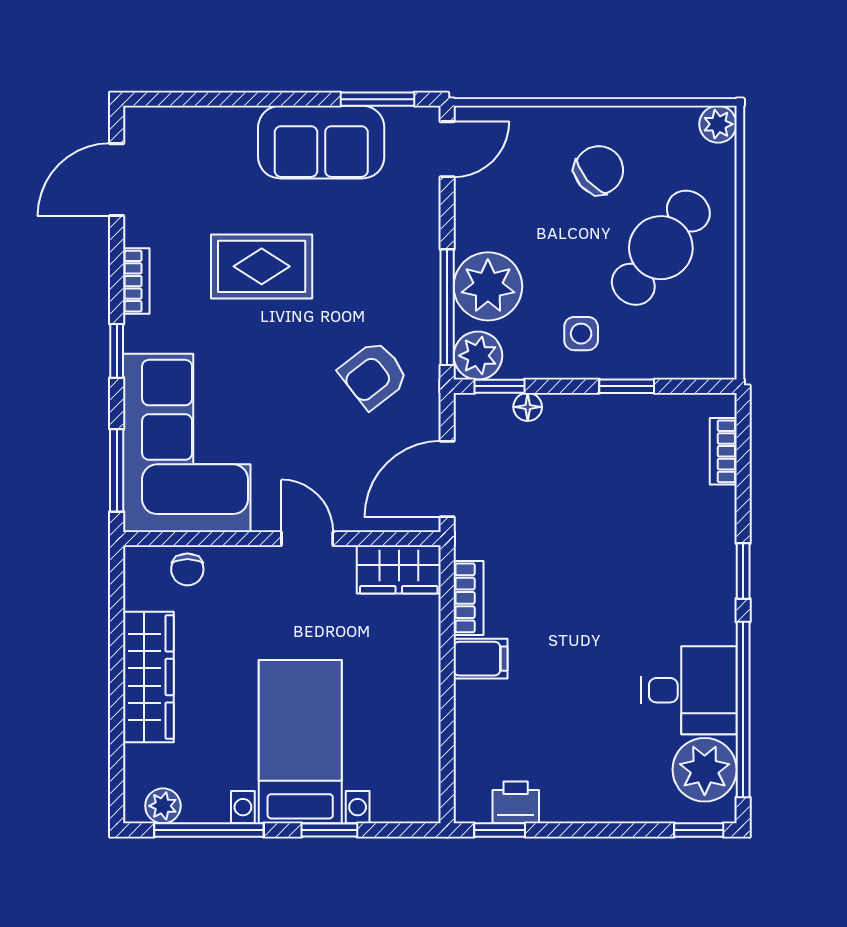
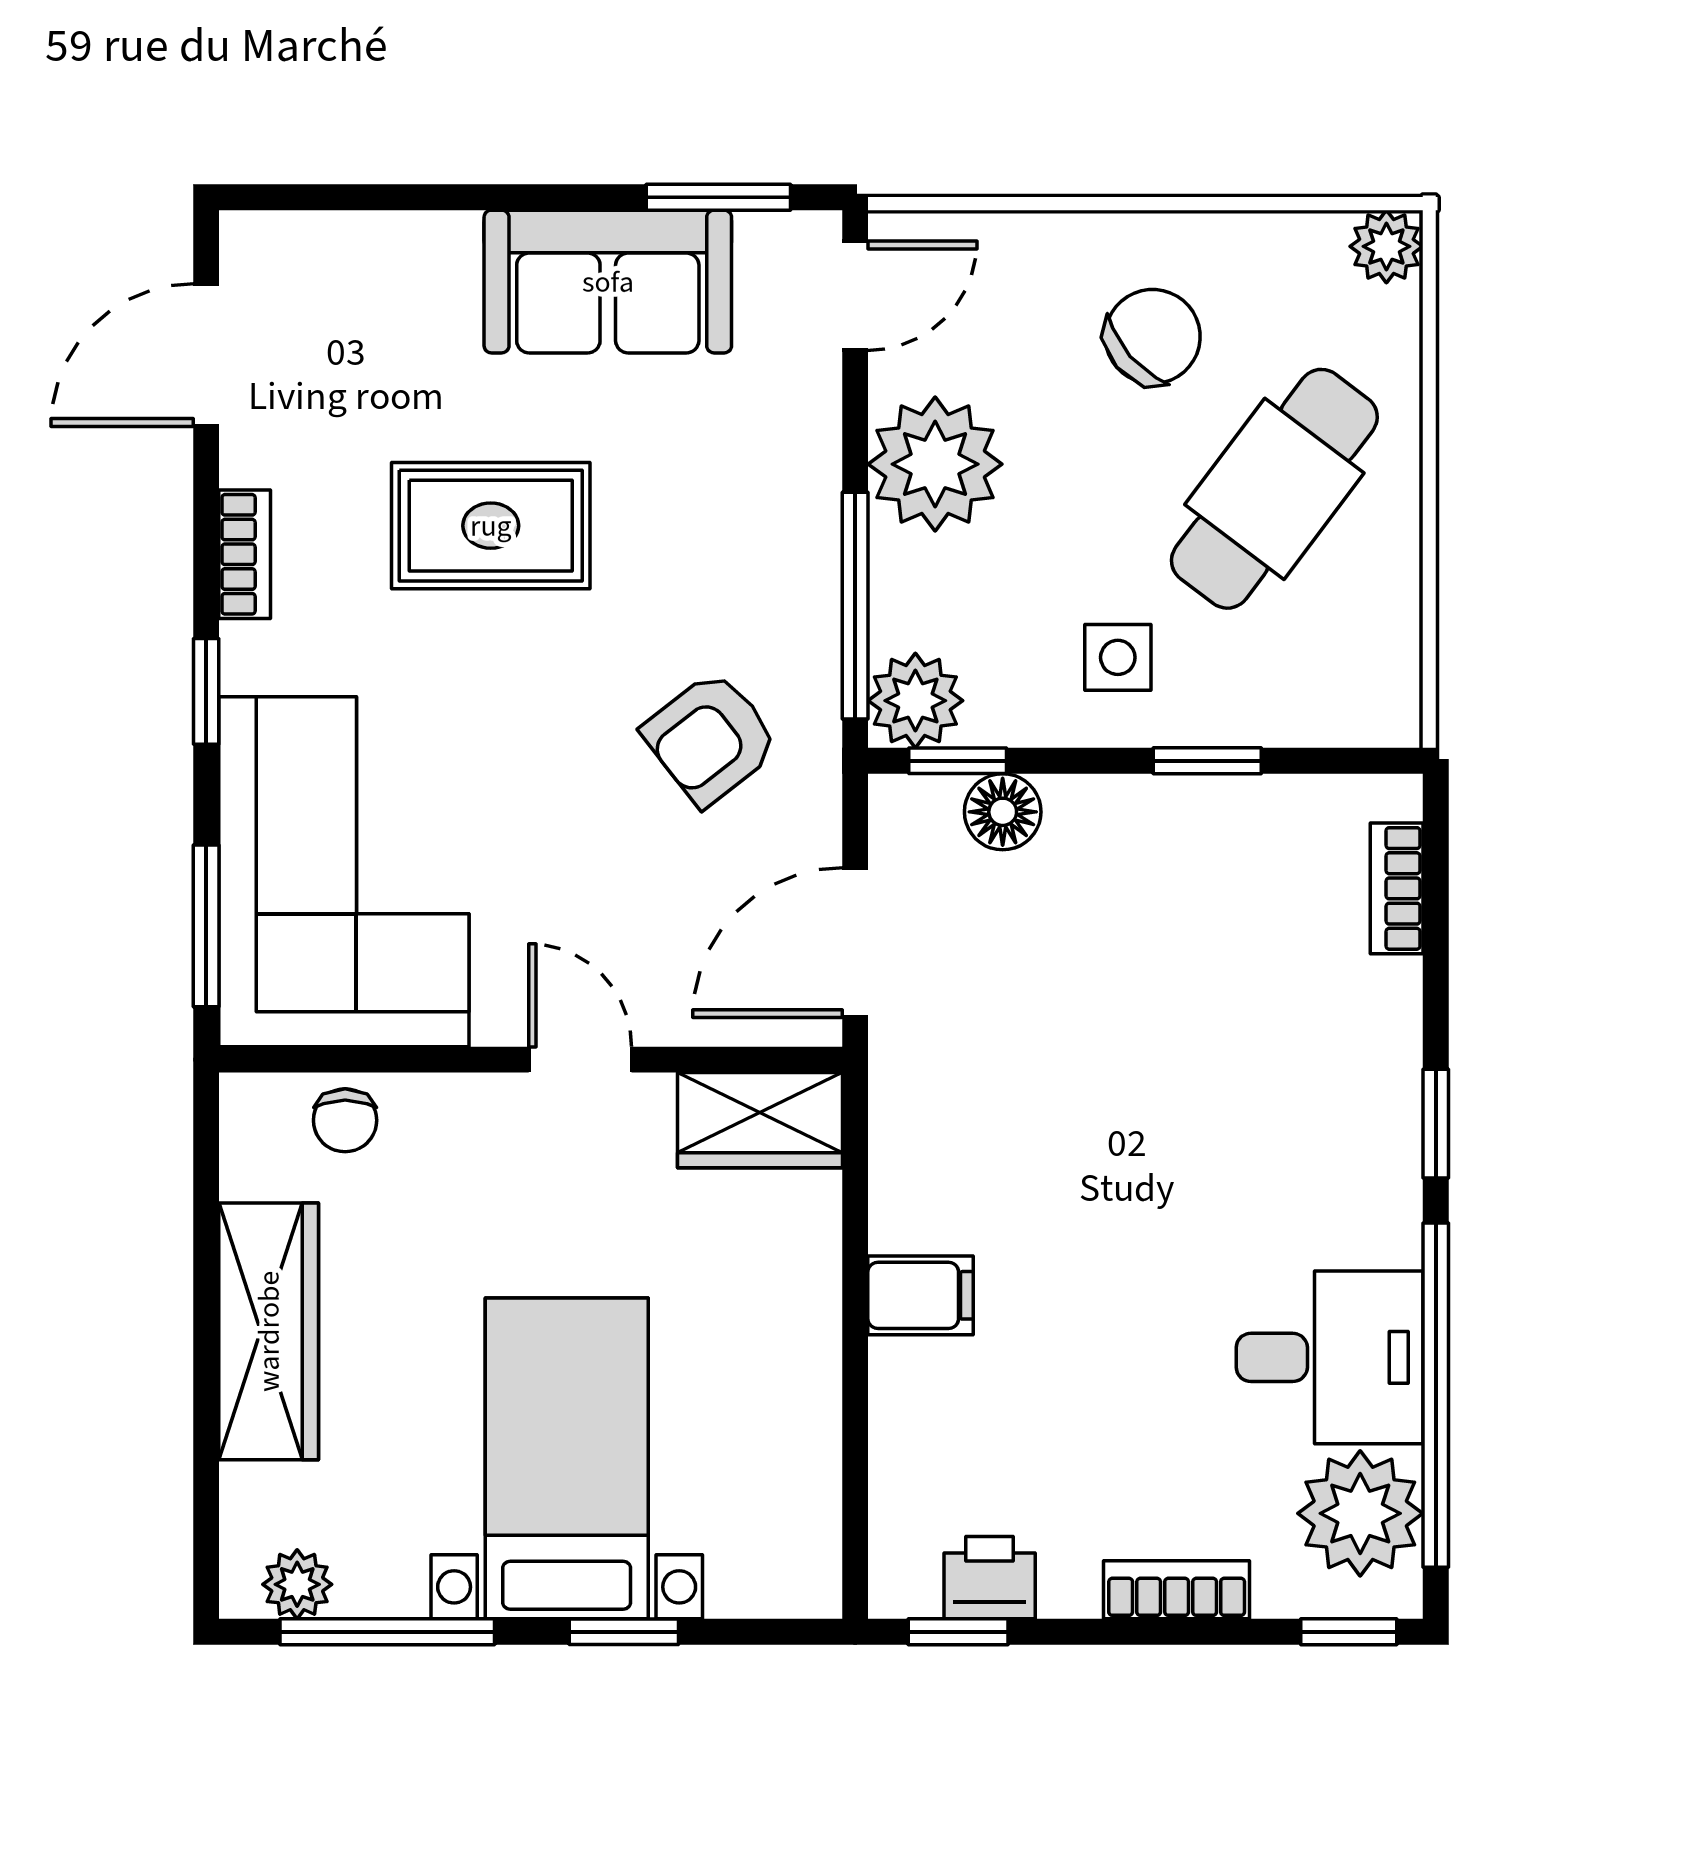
plant: (488, 286) -> (935, 464), moved
floor lamp: (528, 407) -> (1003, 812), width x1.37, depth x1.37
bookcase: (469, 598) -> (1177, 1590), moved, turned -90

